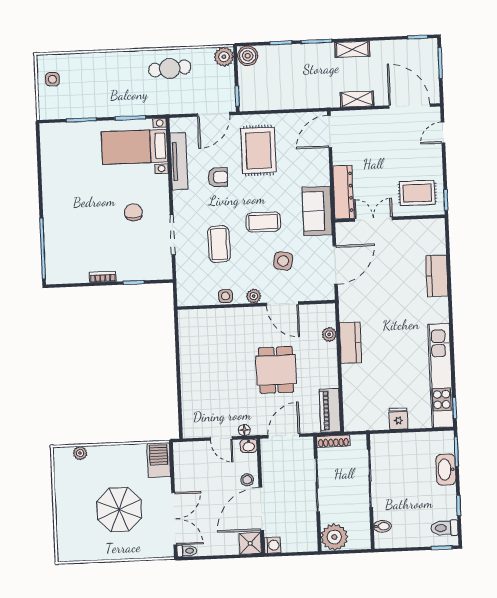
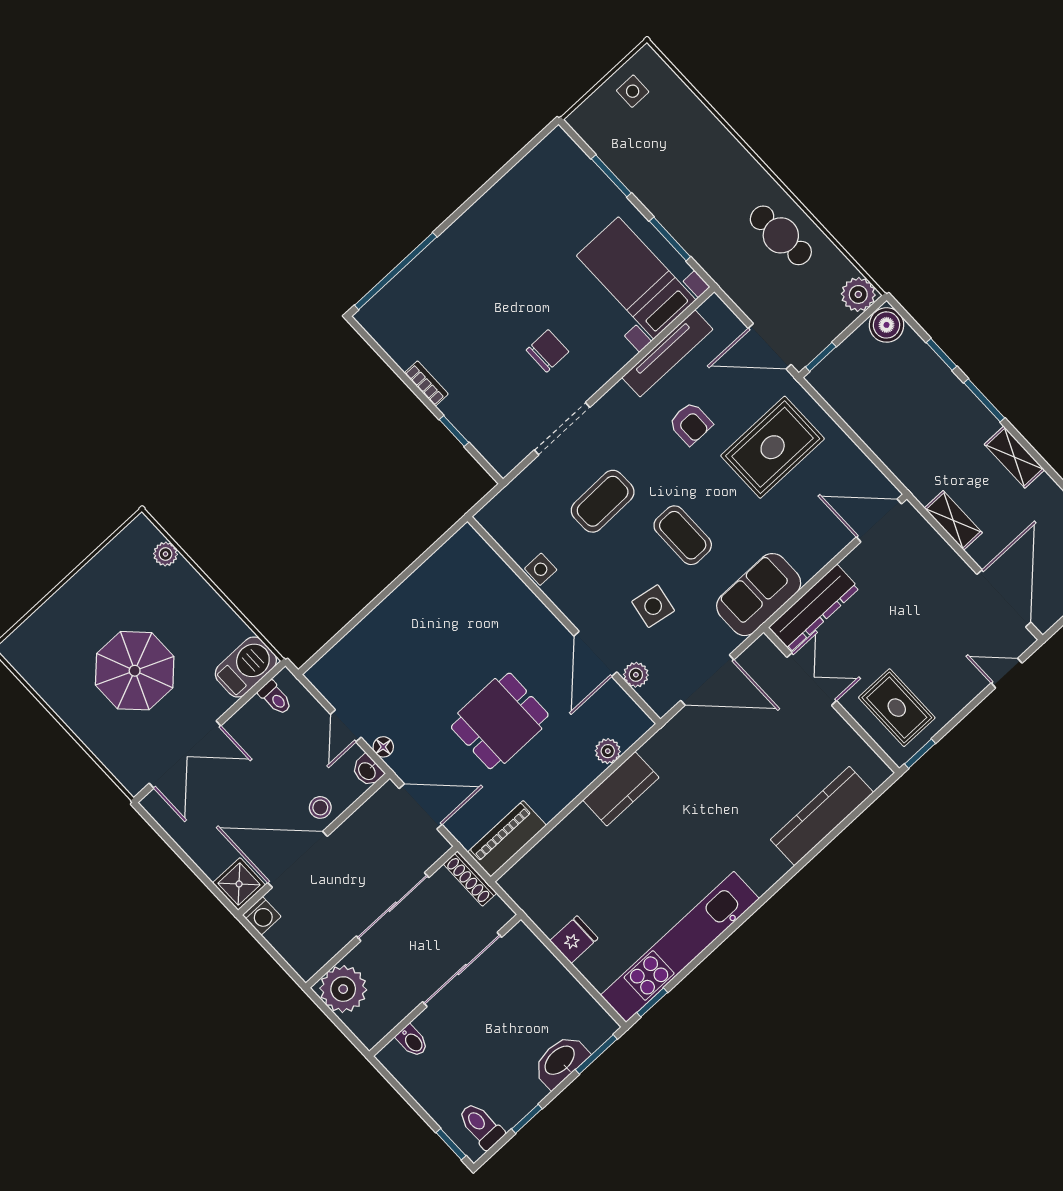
kitchen counter: (437, 276) -> (822, 816), width x1.50
plant: (254, 296) -> (636, 675), moved
toilet: (187, 551) -> (275, 698), moved

